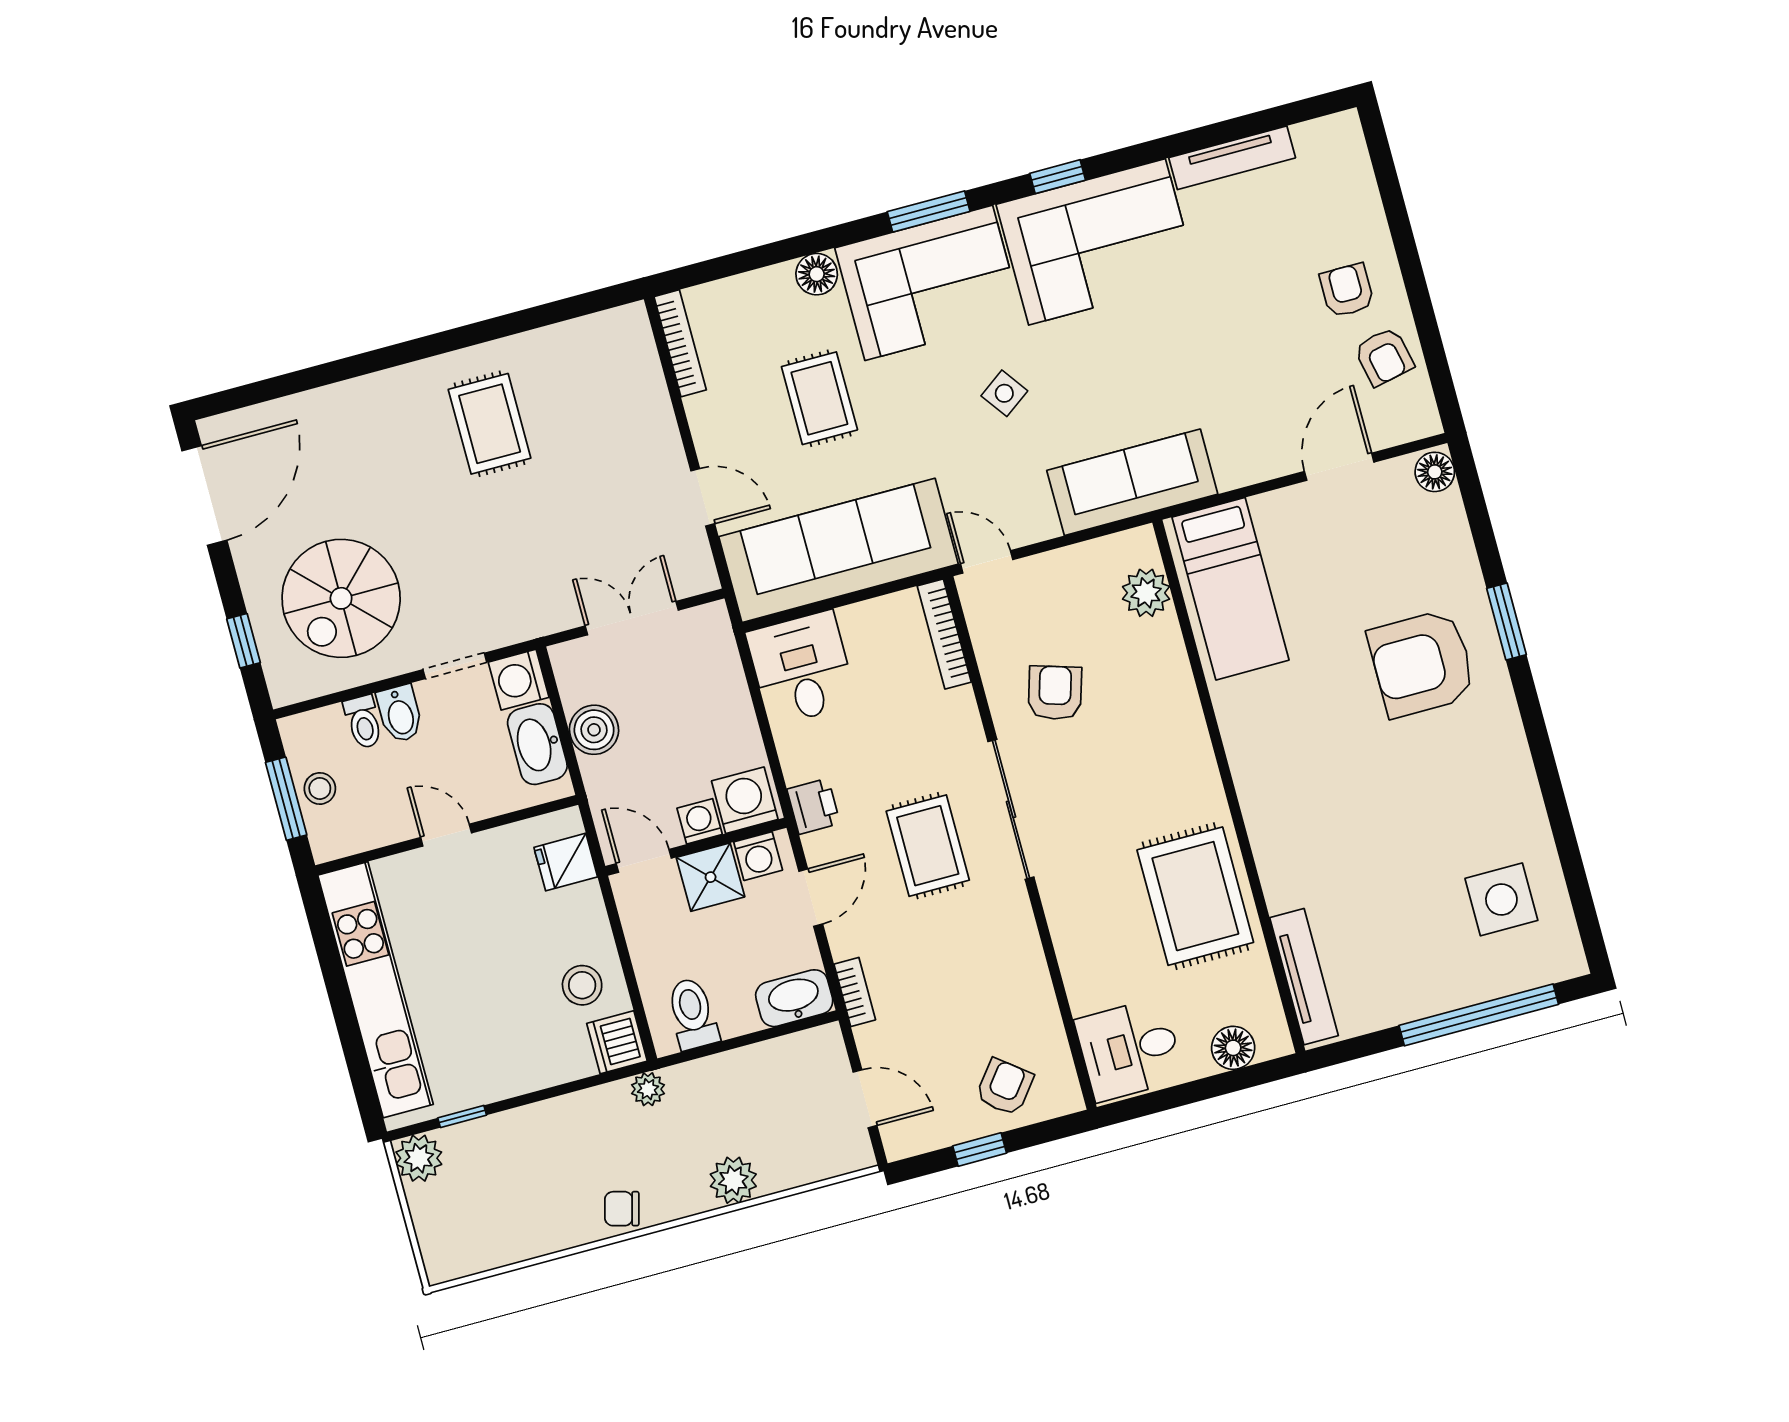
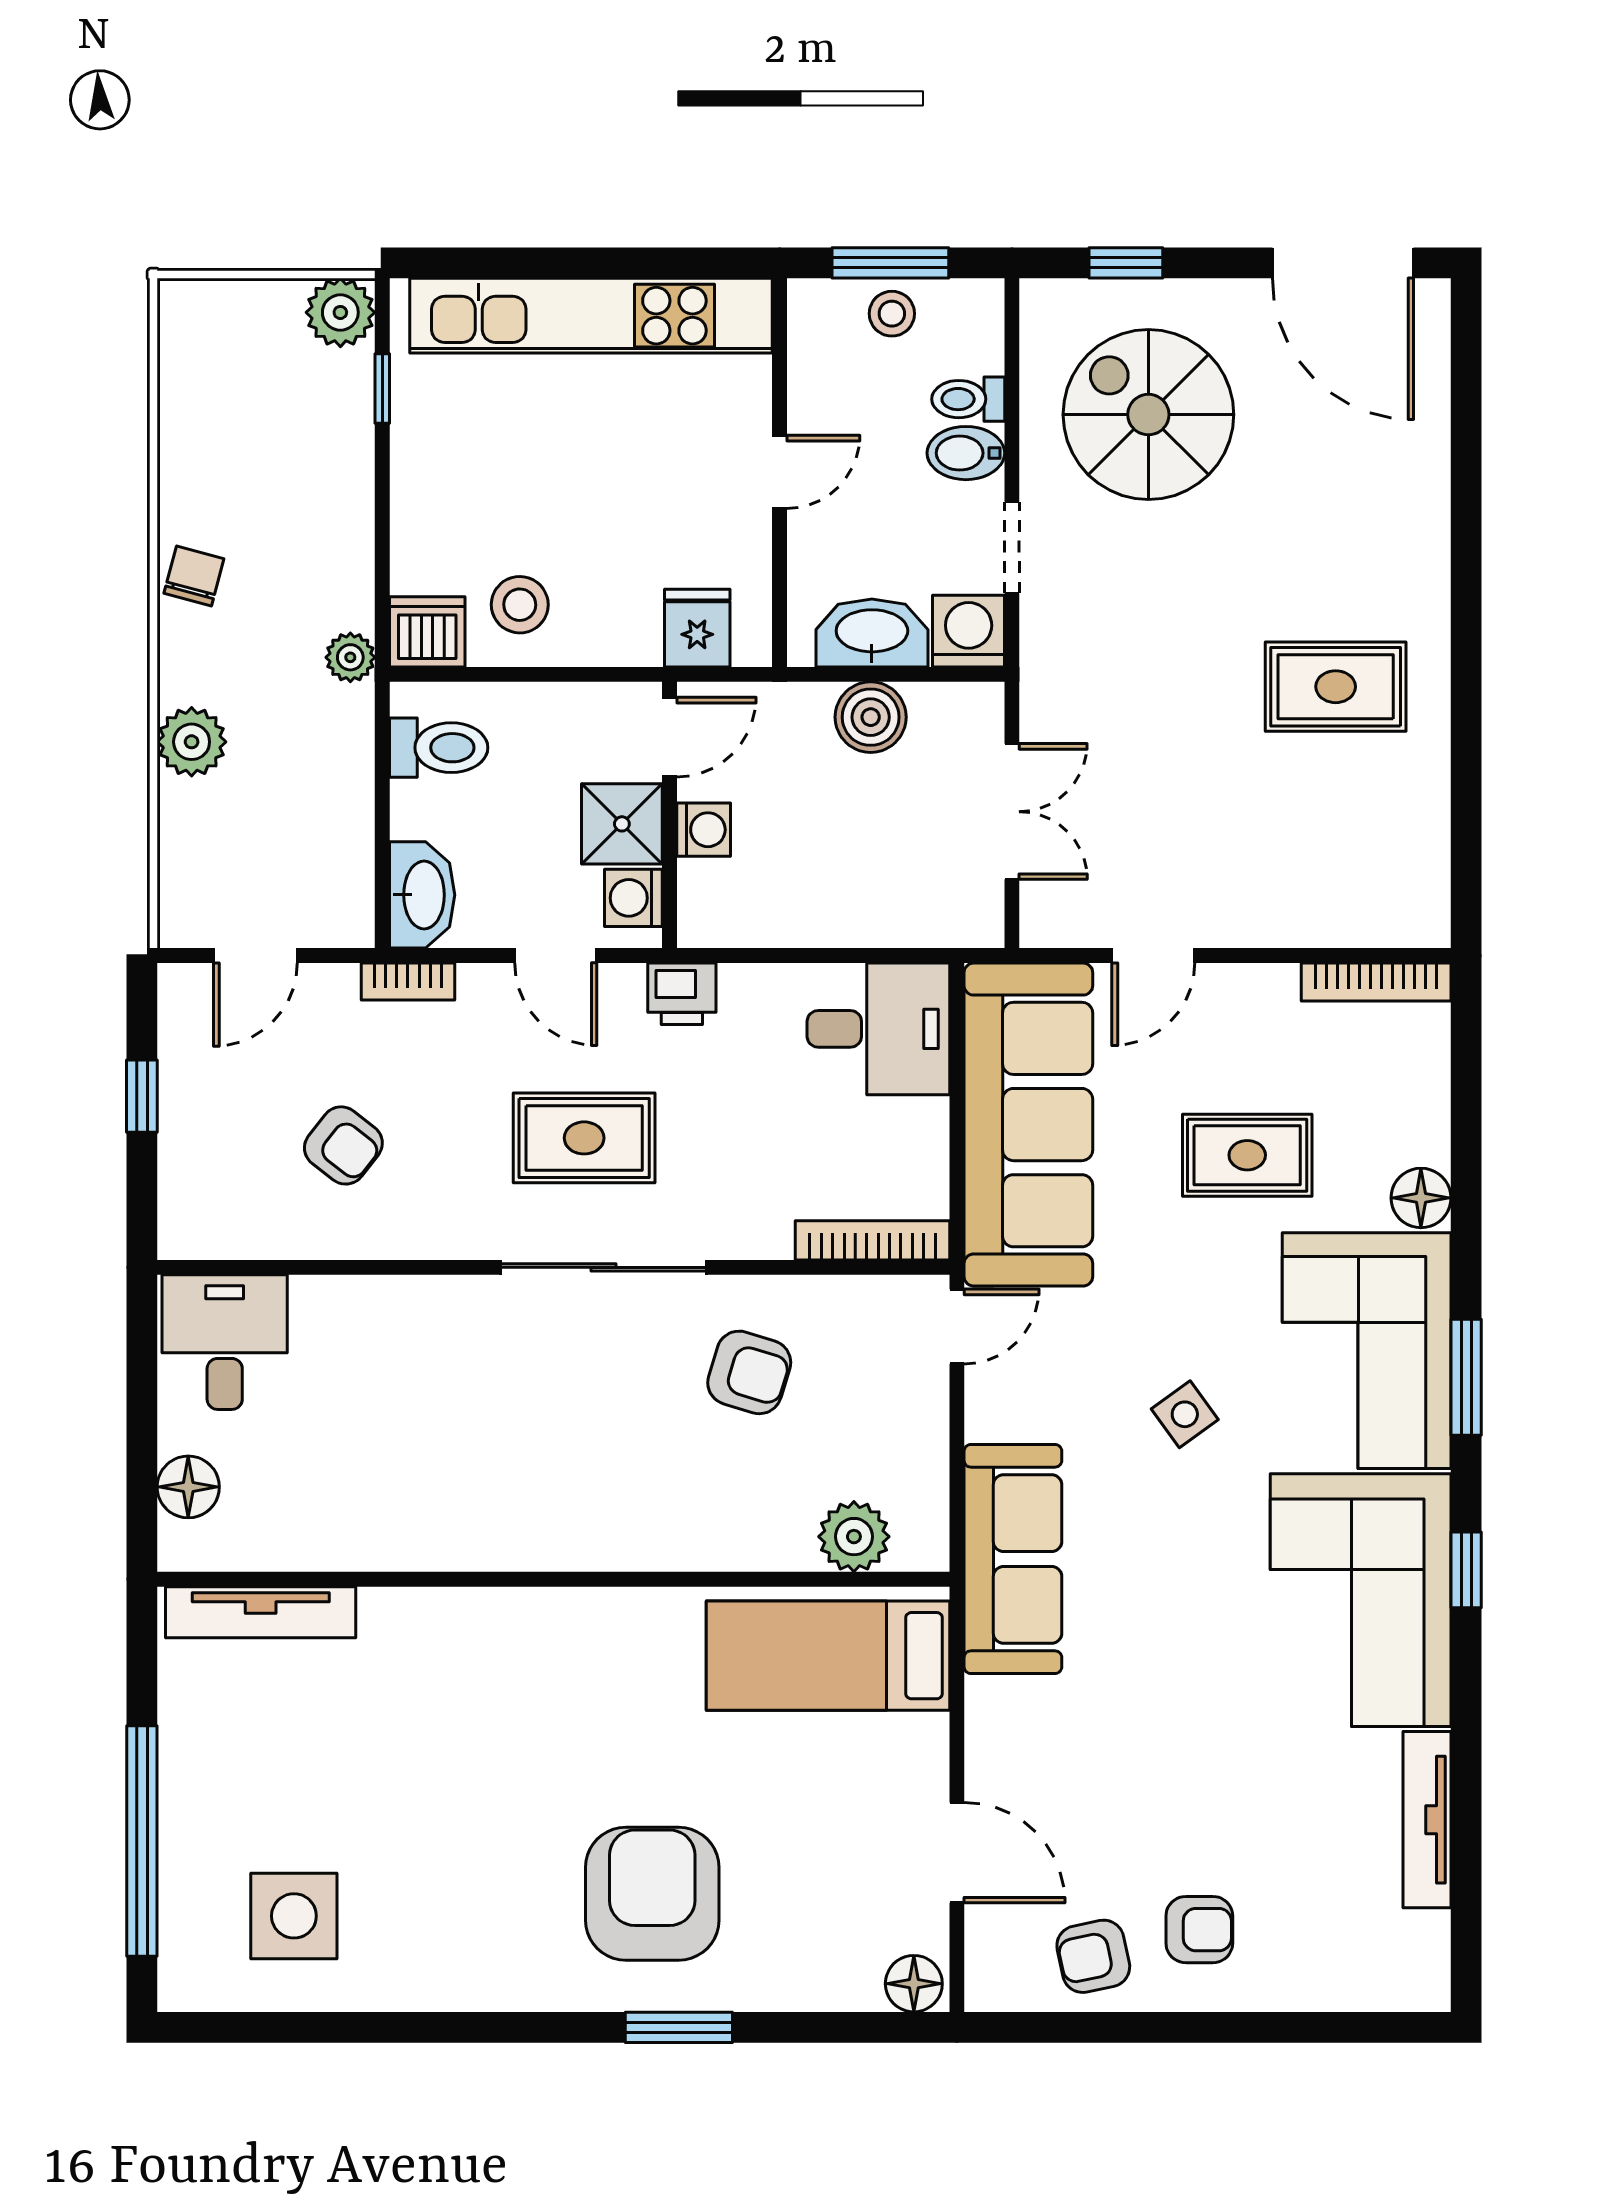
washing machine: (745, 800) -> (716, 901), removed
rug: (1195, 896) -> (414, 1491), removed
armchair: (1005, 1087) -> (343, 1145), moved

